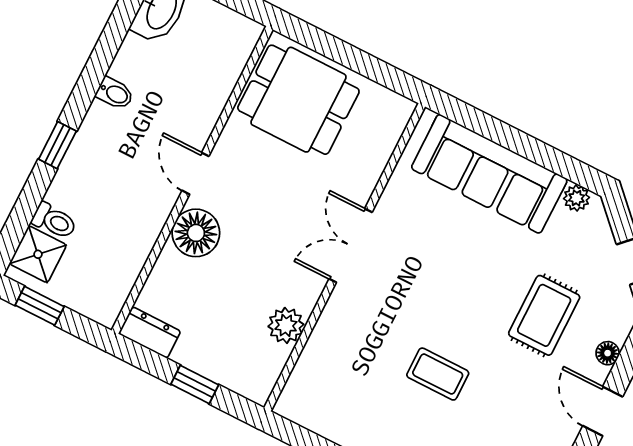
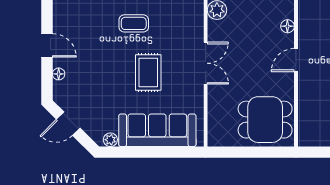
door: (196, 173) -> (296, 60), swing flipped
floor lamp: (196, 233) -> (287, 26), width x0.53, depth x0.53
rug: (544, 315) -> (148, 72), moved

